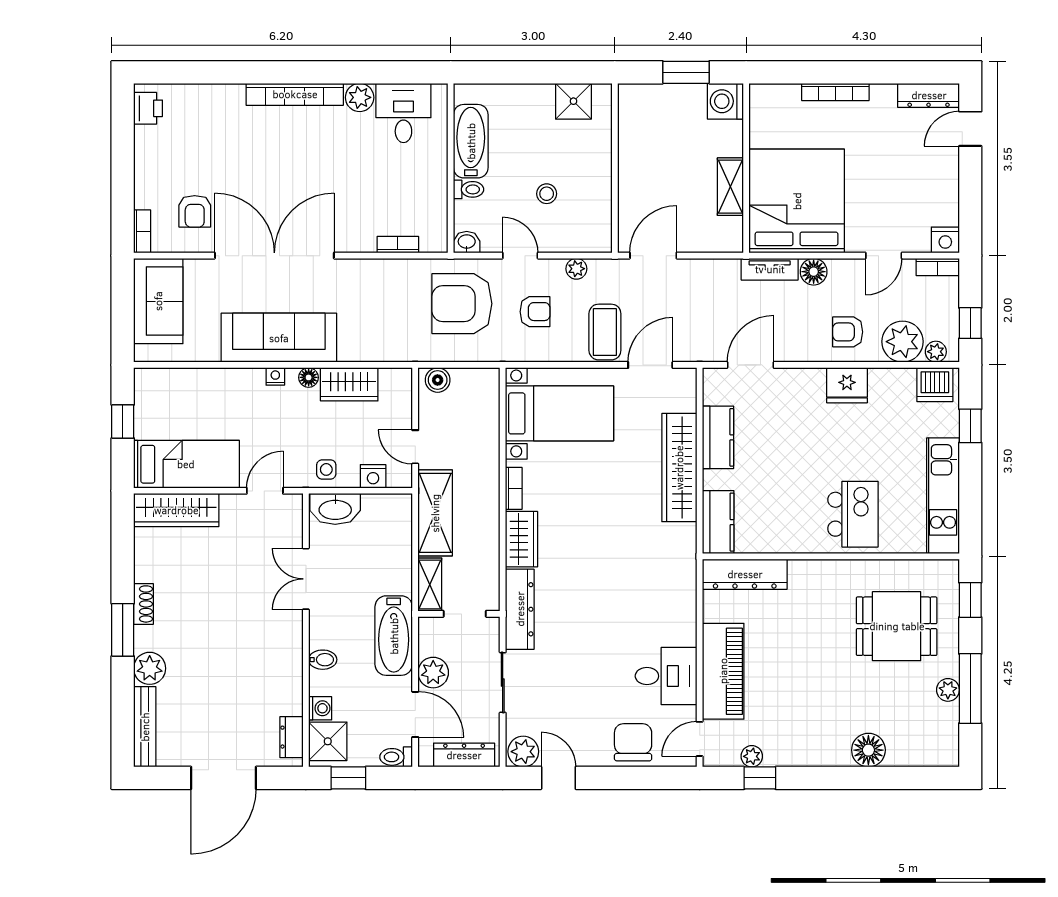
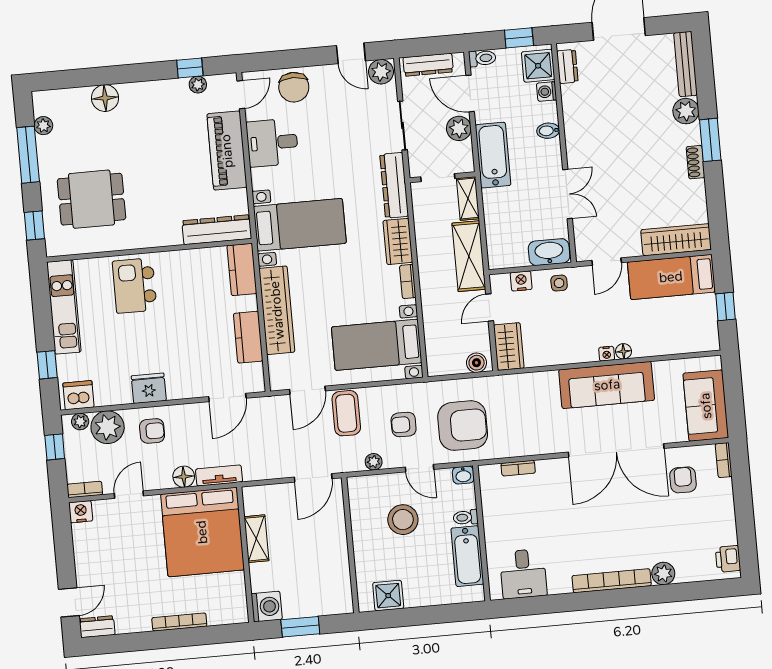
dresser: (929, 95) -> (97, 627), width x0.70
plant: (360, 97) -> (663, 574), moved
stool: (547, 194) -> (403, 520), width x1.89, depth x1.89
floor lamp: (309, 377) -> (623, 351), moved
wardrobe: (349, 384) -> (509, 347), moved, turned 90
door: (415, 447) -> (490, 308), swing flipped
bed with nightstands: (641, 571) -> (300, 225), added
plant: (948, 690) -> (43, 126), moved

